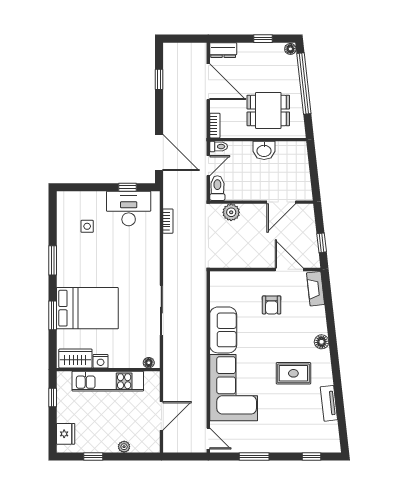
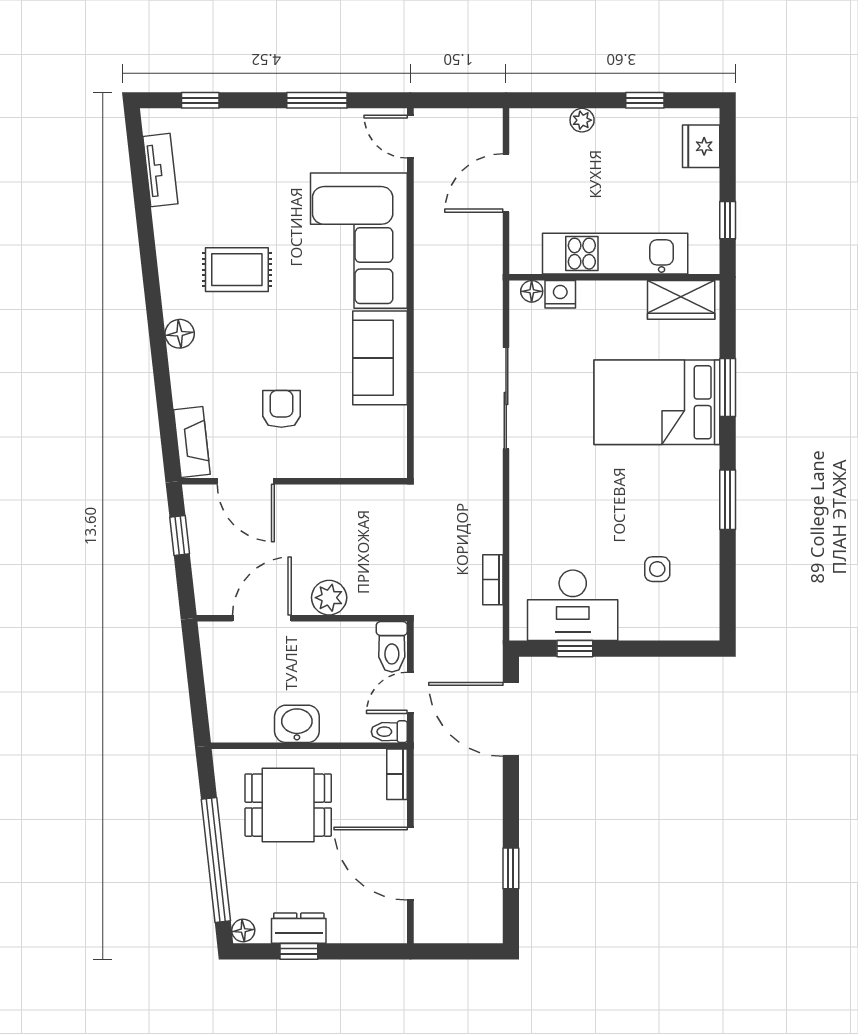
dresser: (223, 50) -> (299, 928), moved
plant: (231, 212) -> (329, 598), moved
nightstand: (101, 361) -> (560, 294), moved
tv unit: (329, 403) -> (160, 170), moved

